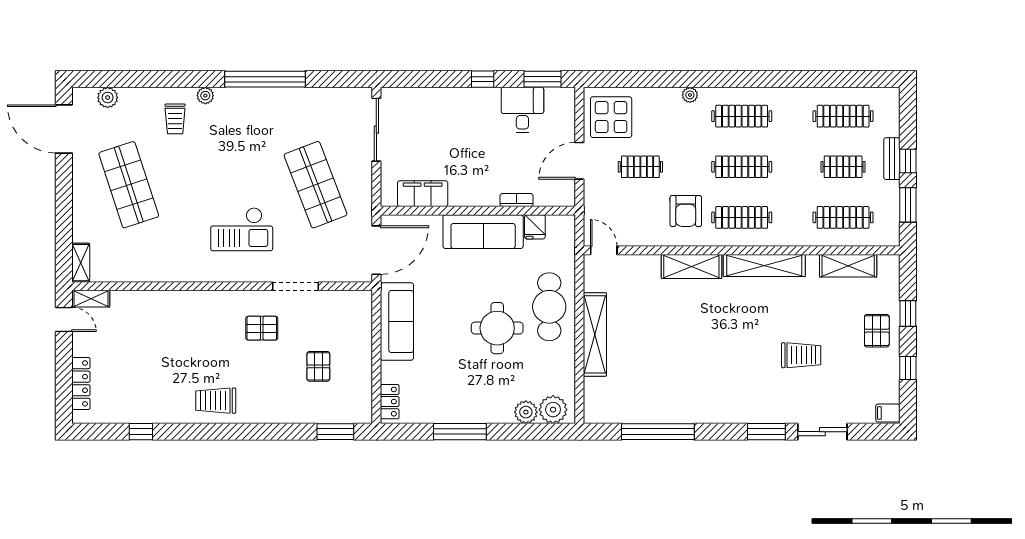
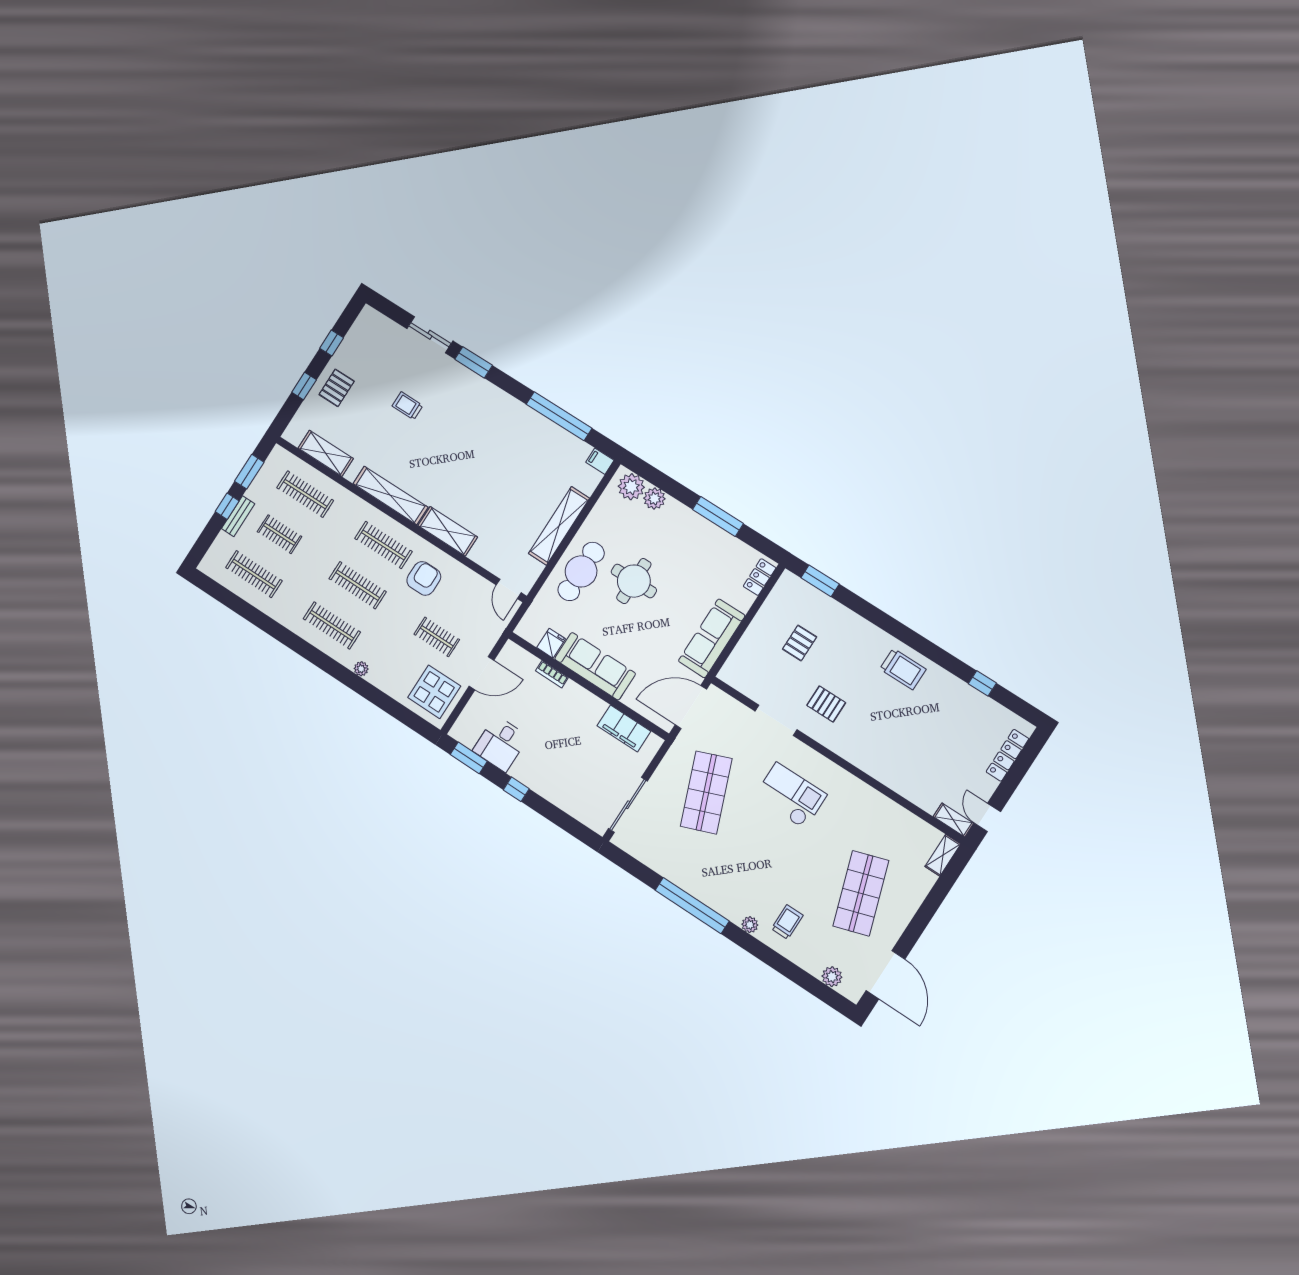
trolley: (801, 355) -> (407, 406), width x0.73, depth x0.72
filing cabinet: (888, 413) -> (600, 461), moved, turned 180

